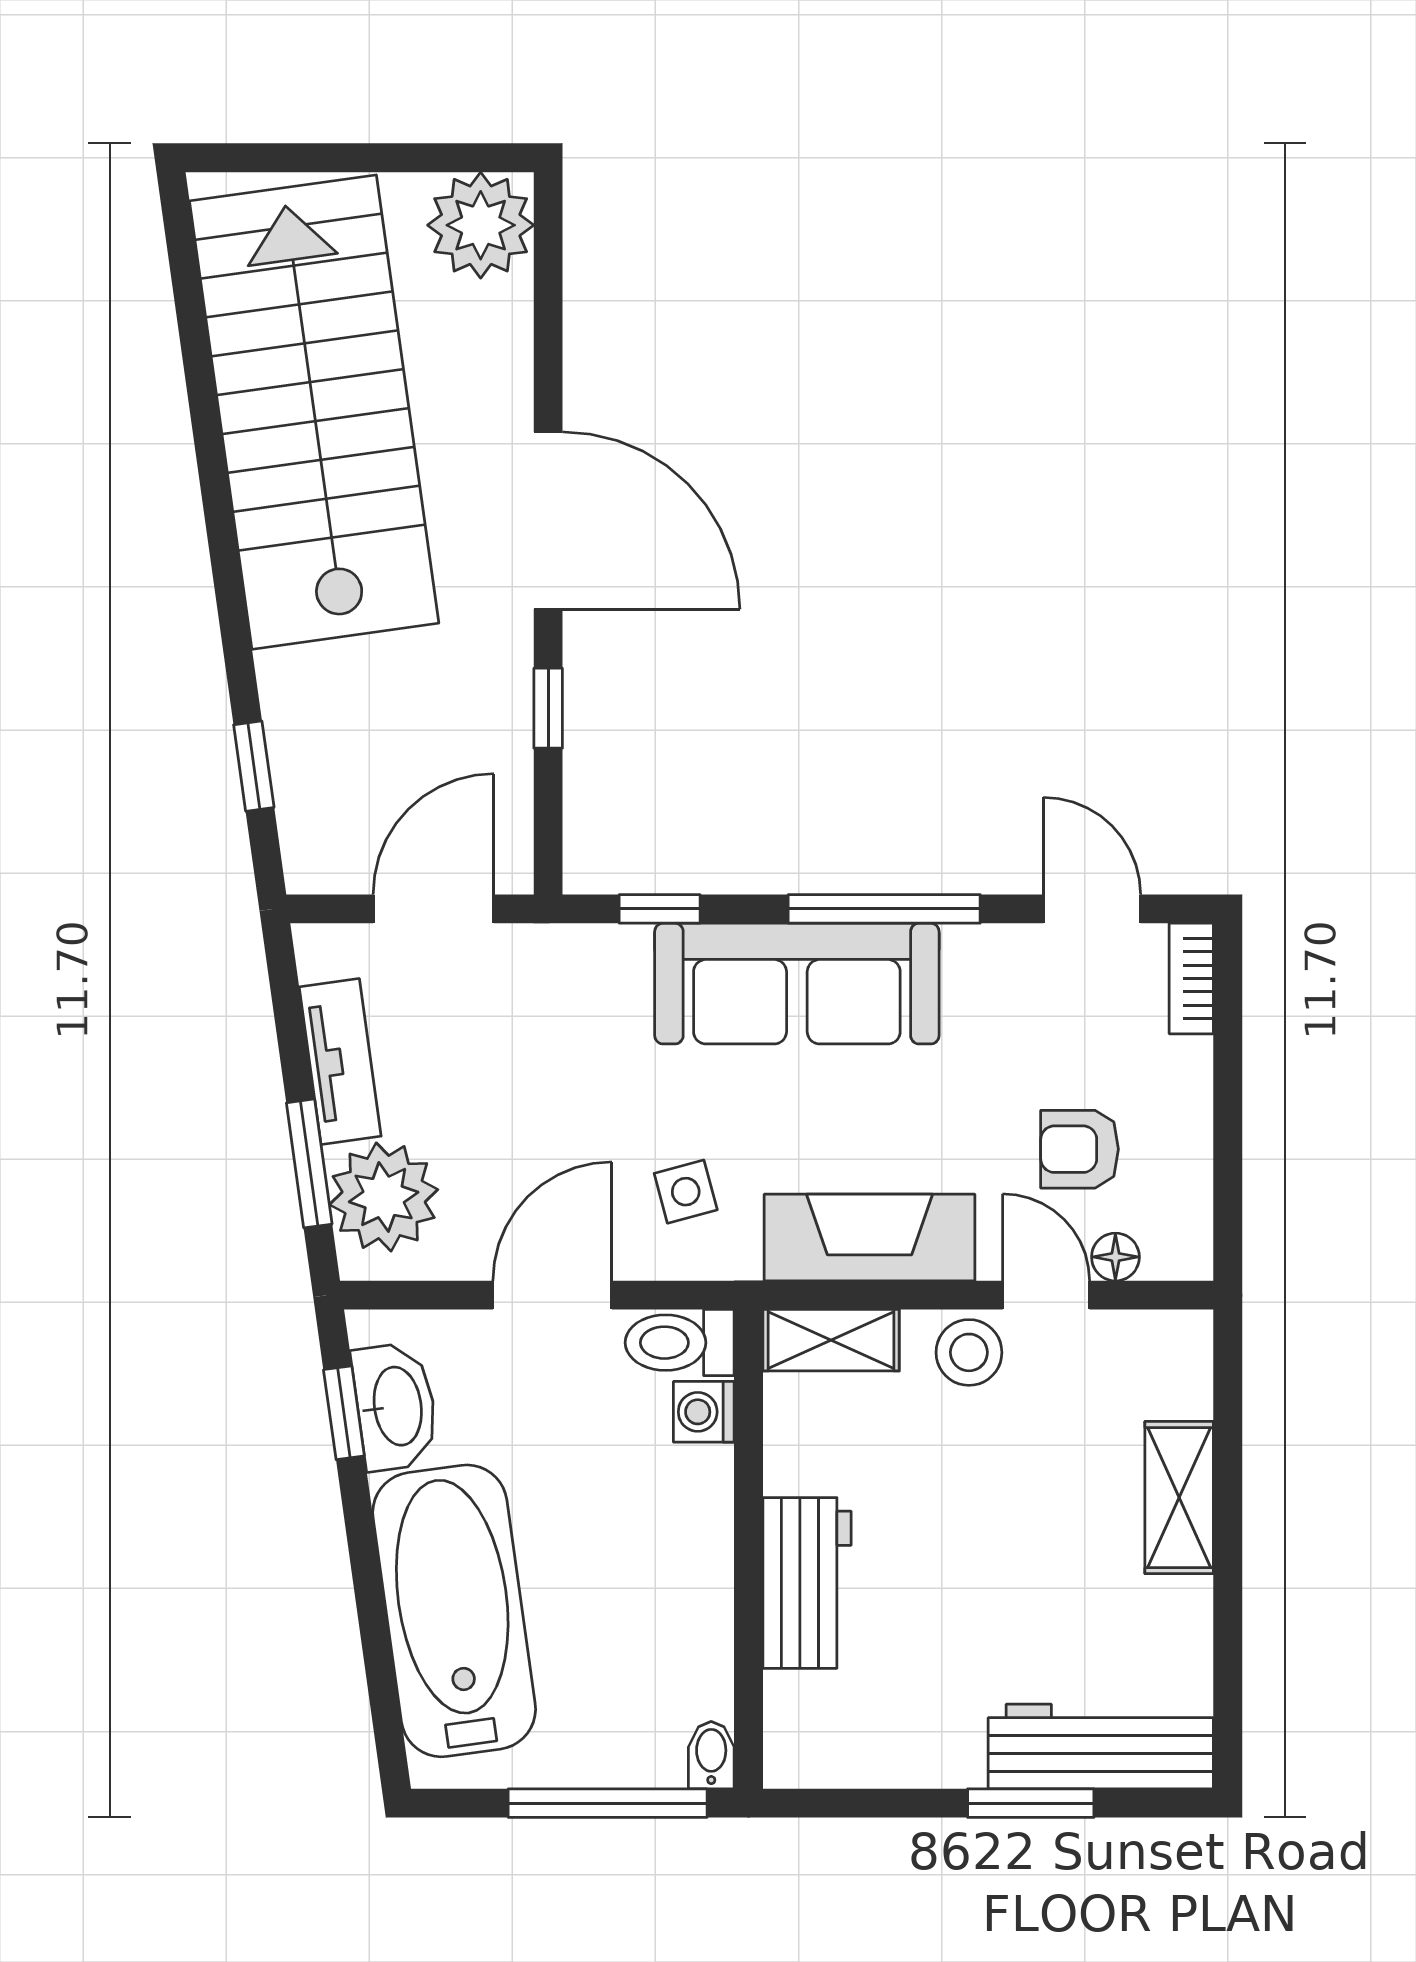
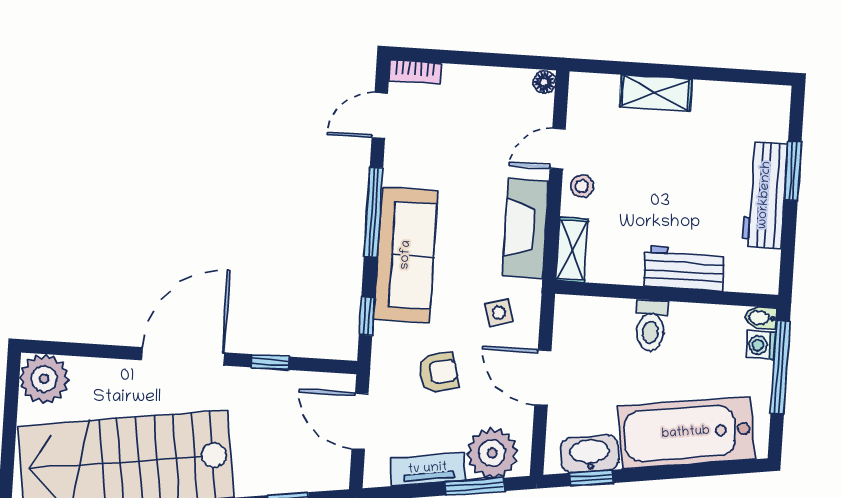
armchair: (1080, 1149) -> (438, 372), moved, turned -103
floor lamp: (1115, 1257) -> (544, 82), moved
toilet: (680, 1343) -> (651, 325), moved
stool: (969, 1352) -> (582, 186), width x0.73, depth x0.73
washing machine: (704, 1412) -> (761, 345), moved, turned 90
workbench: (1101, 1746) -> (765, 195), moved

